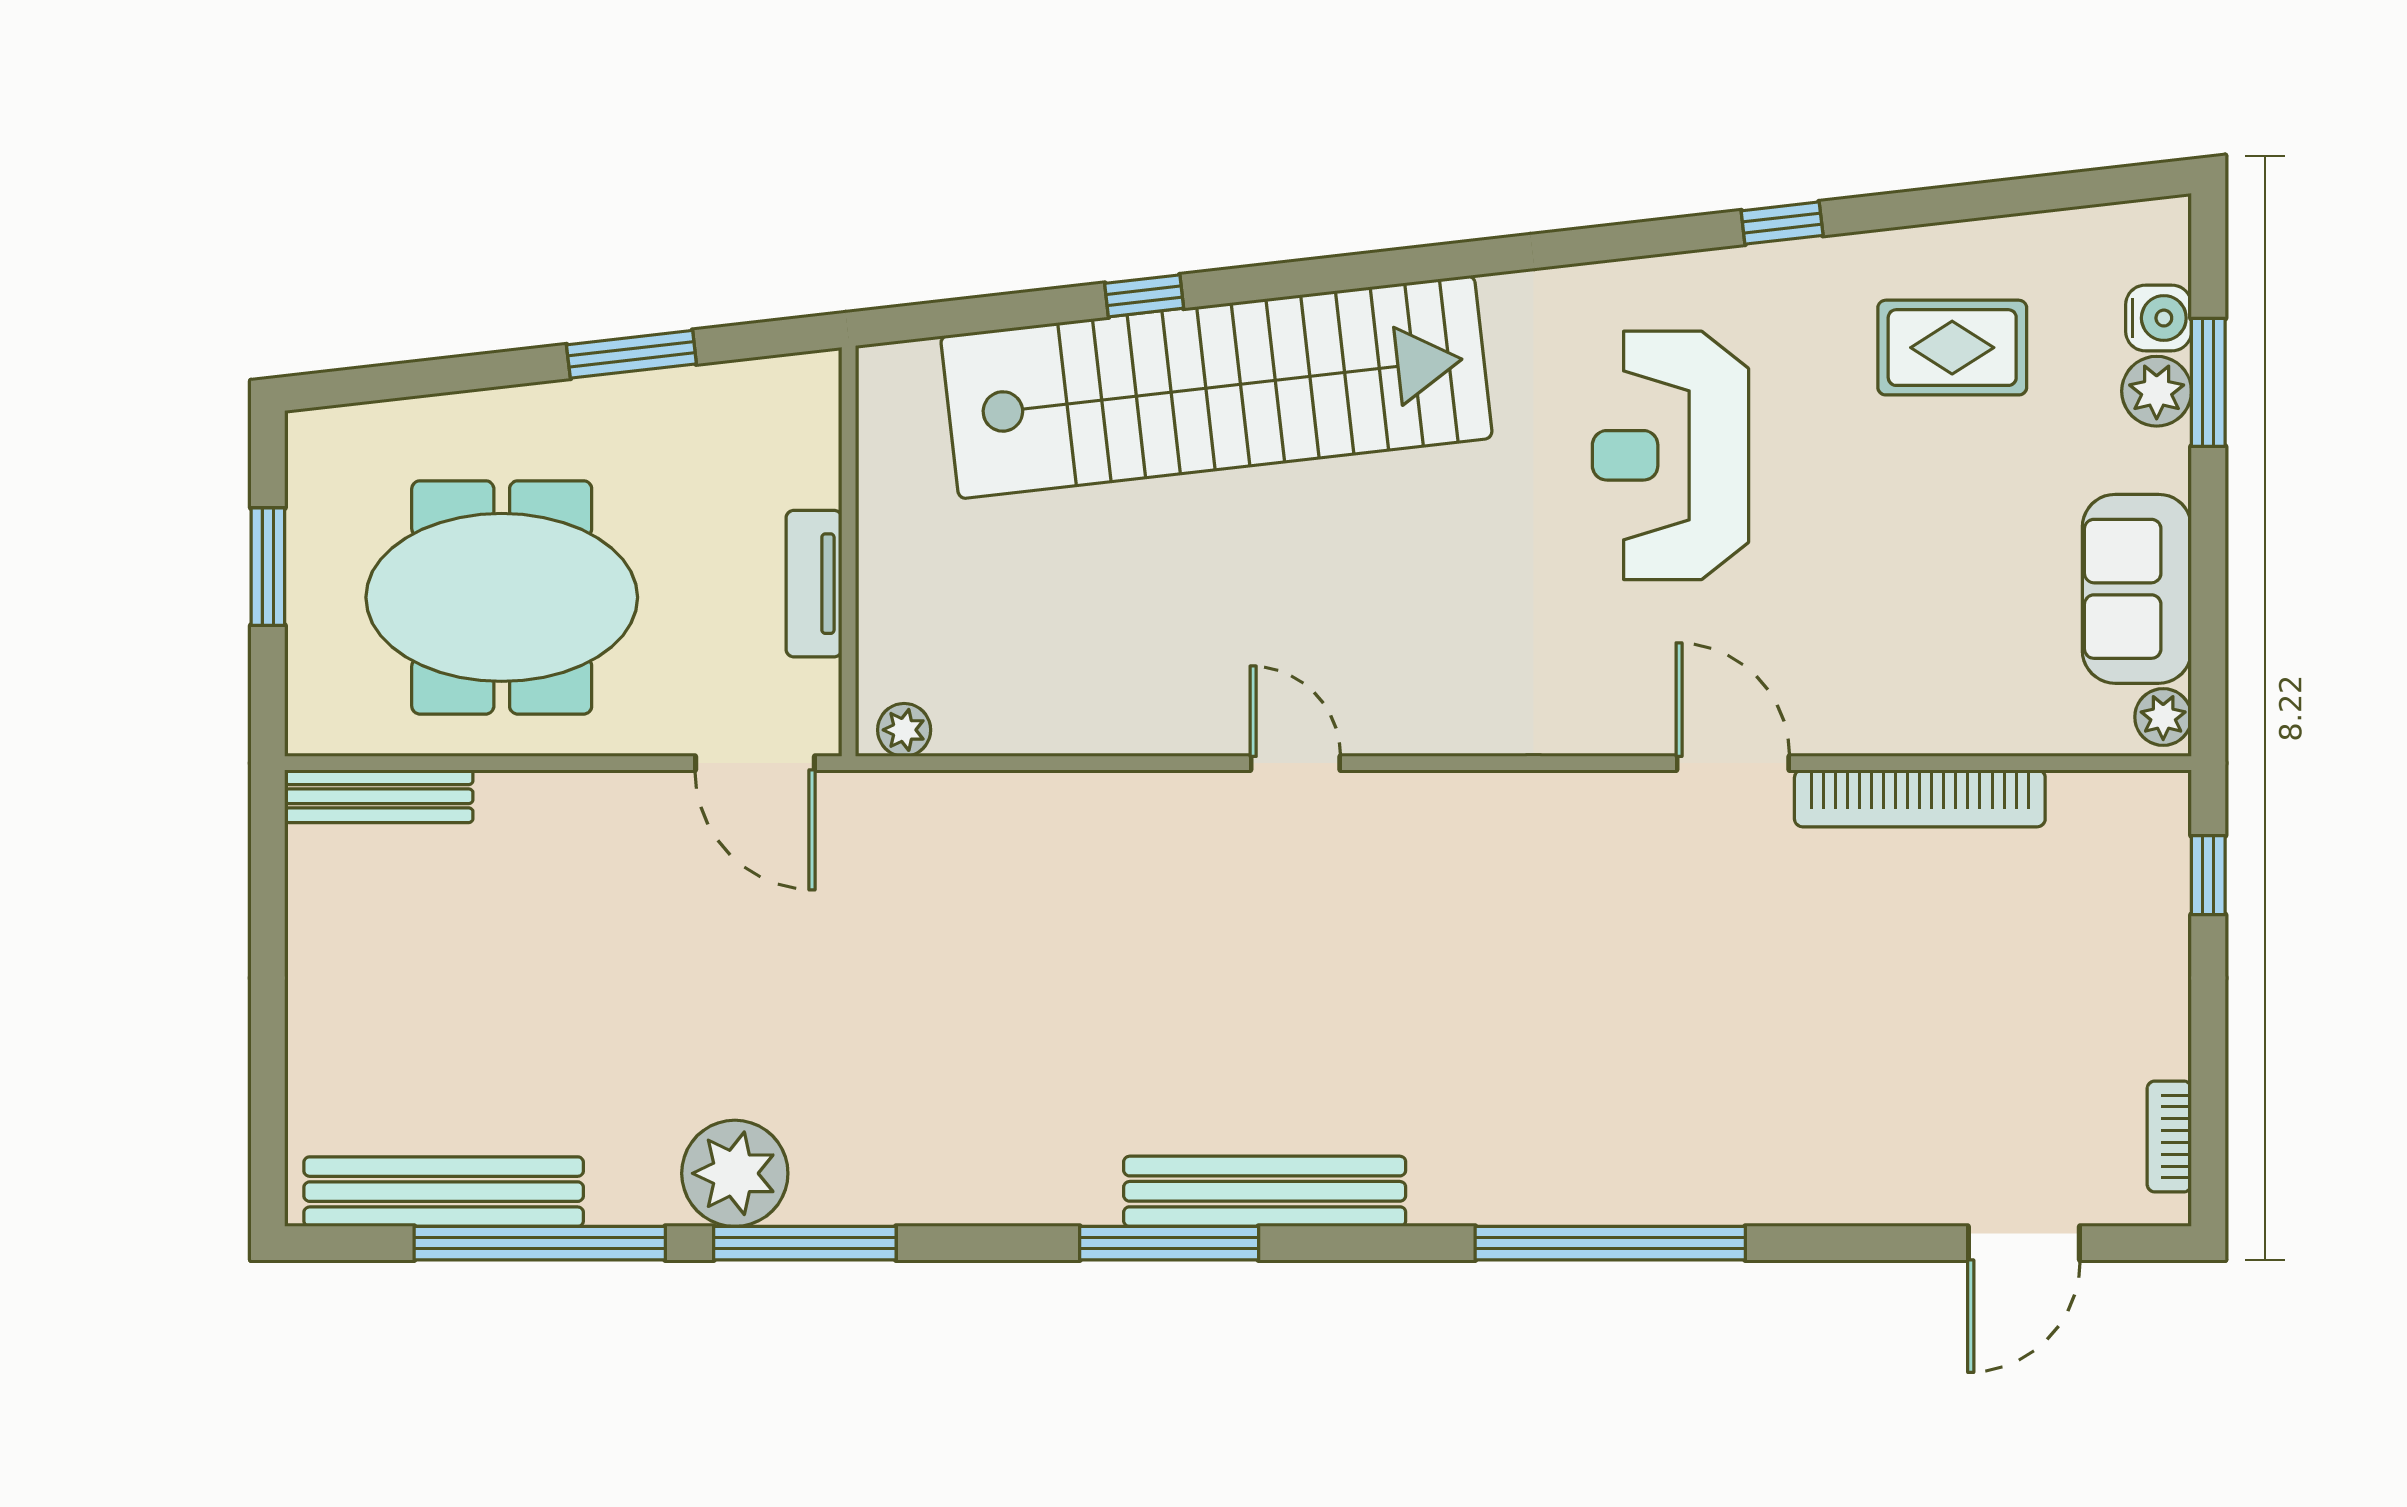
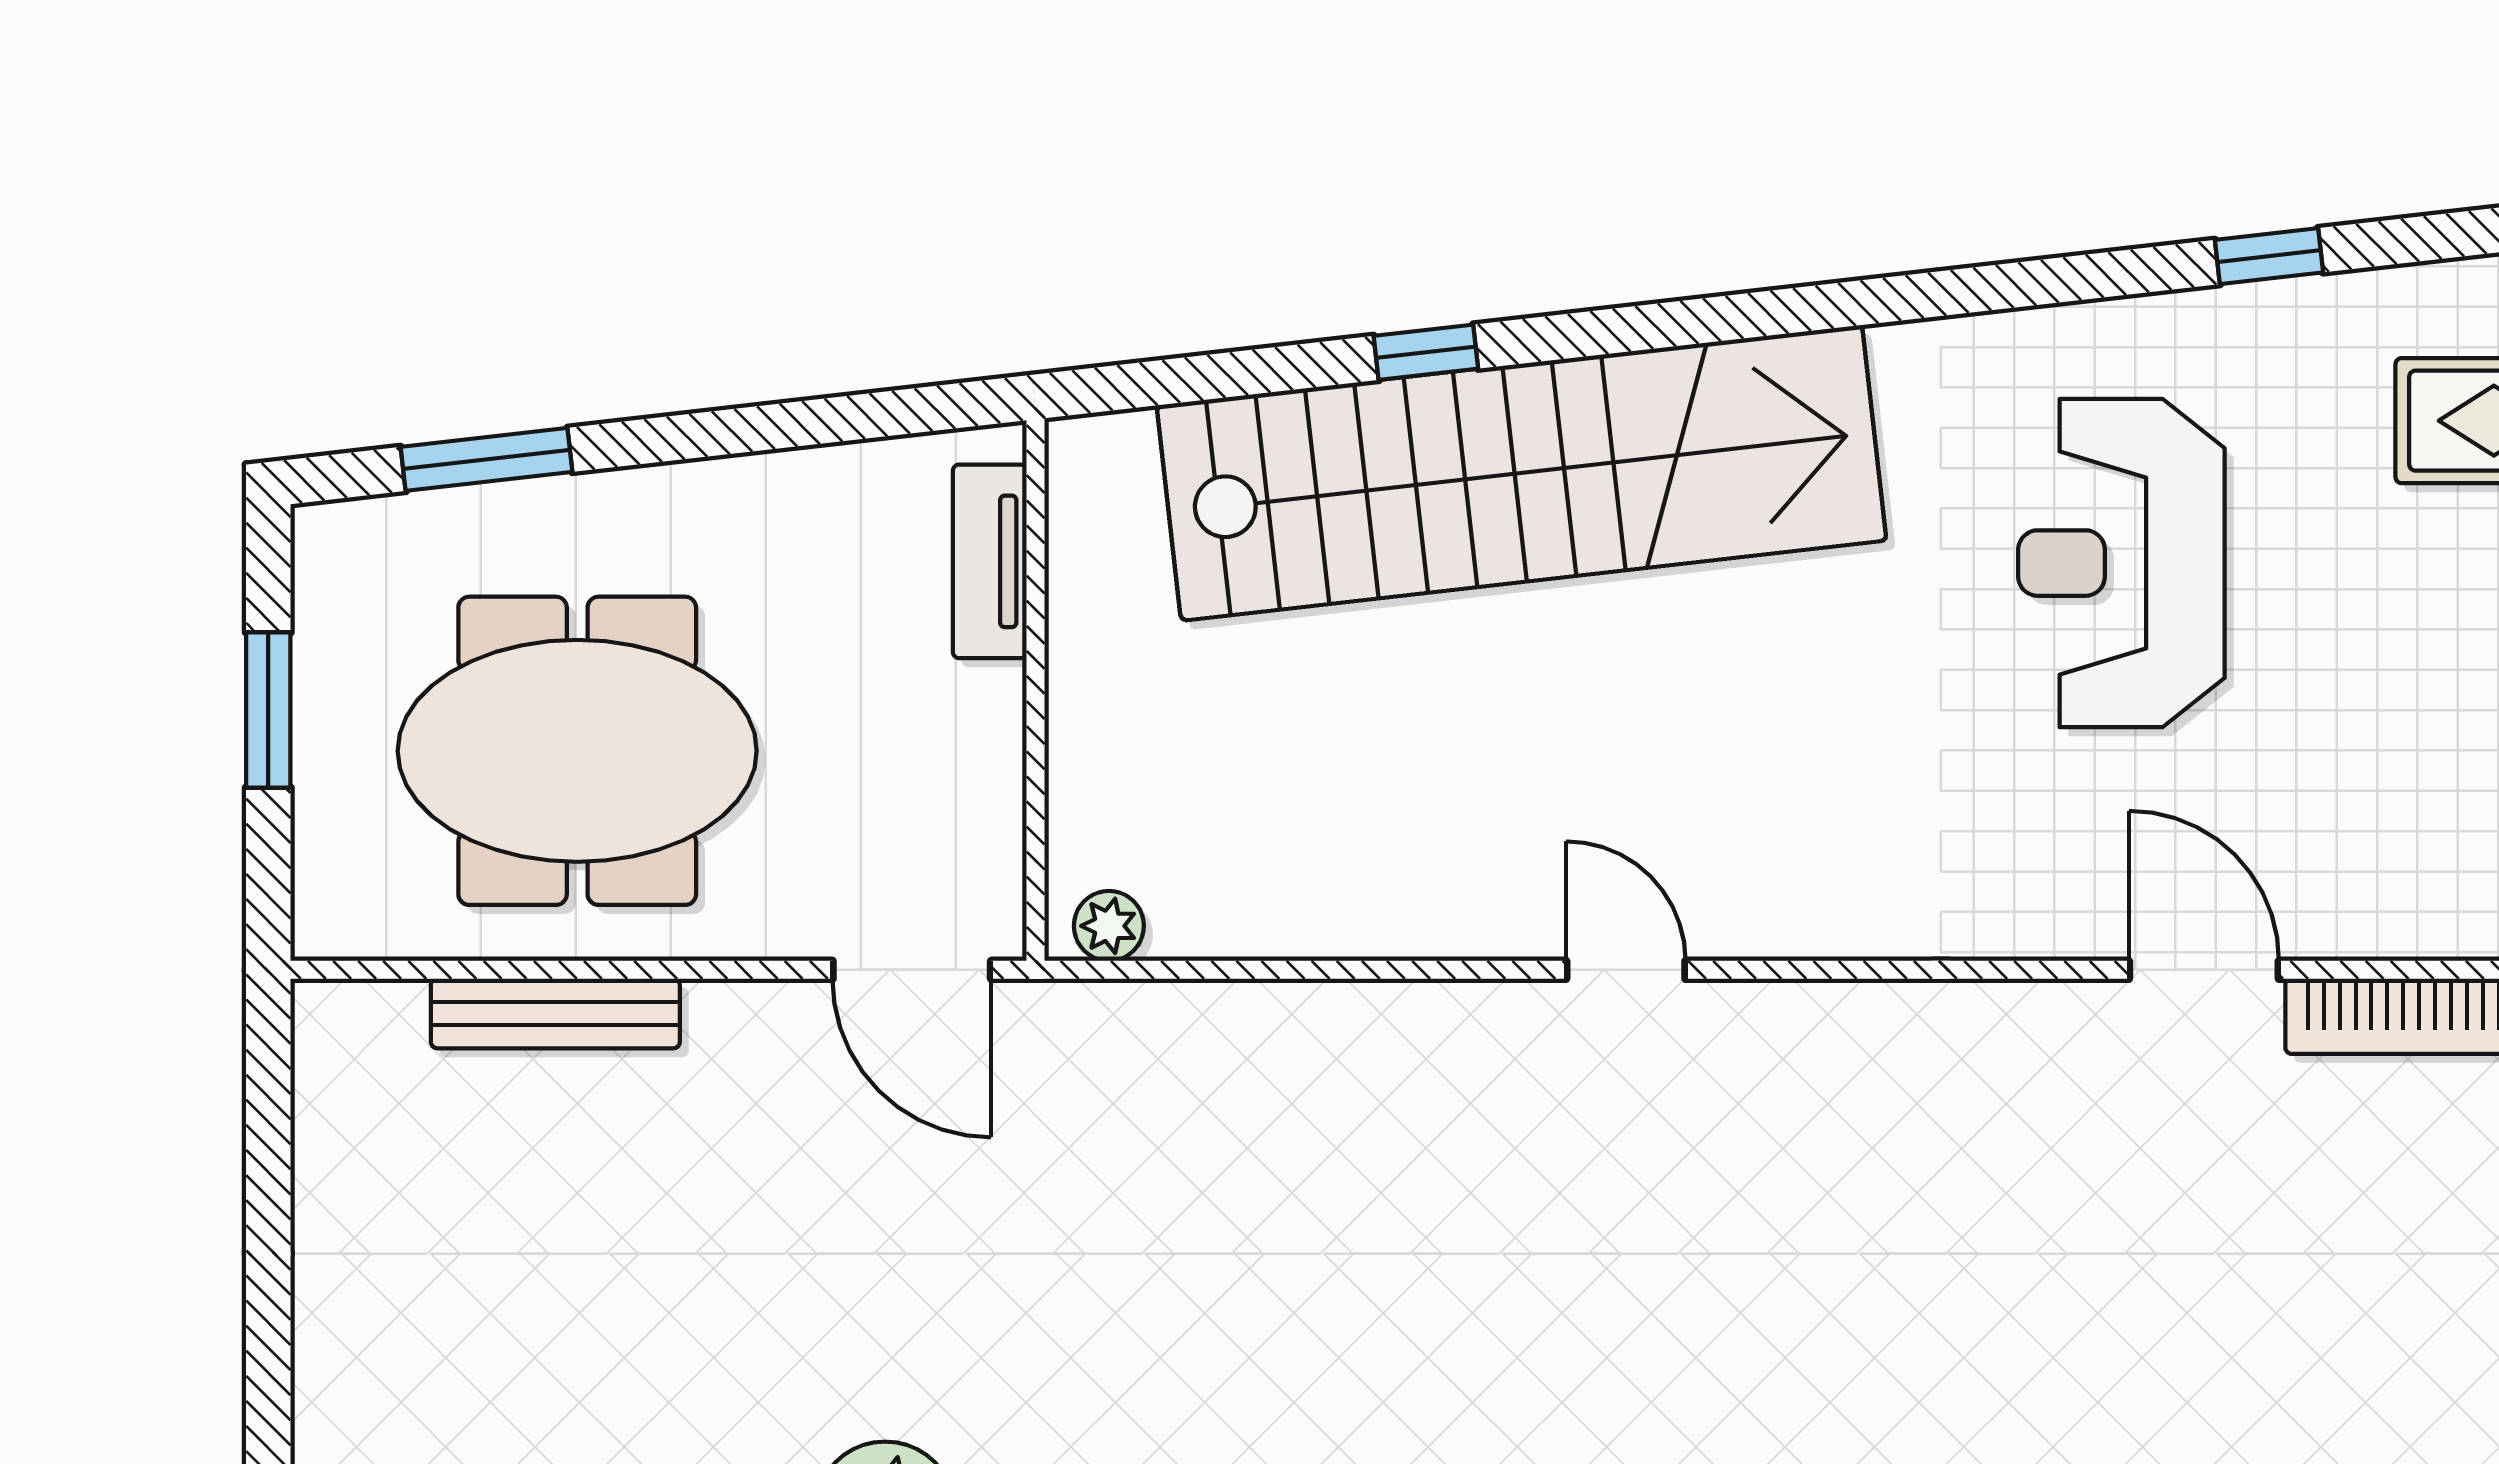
window: (631, 354) -> (487, 459), moved
tv unit: (814, 584) -> (990, 561), moved
bench: (379, 796) -> (555, 1013), moved

